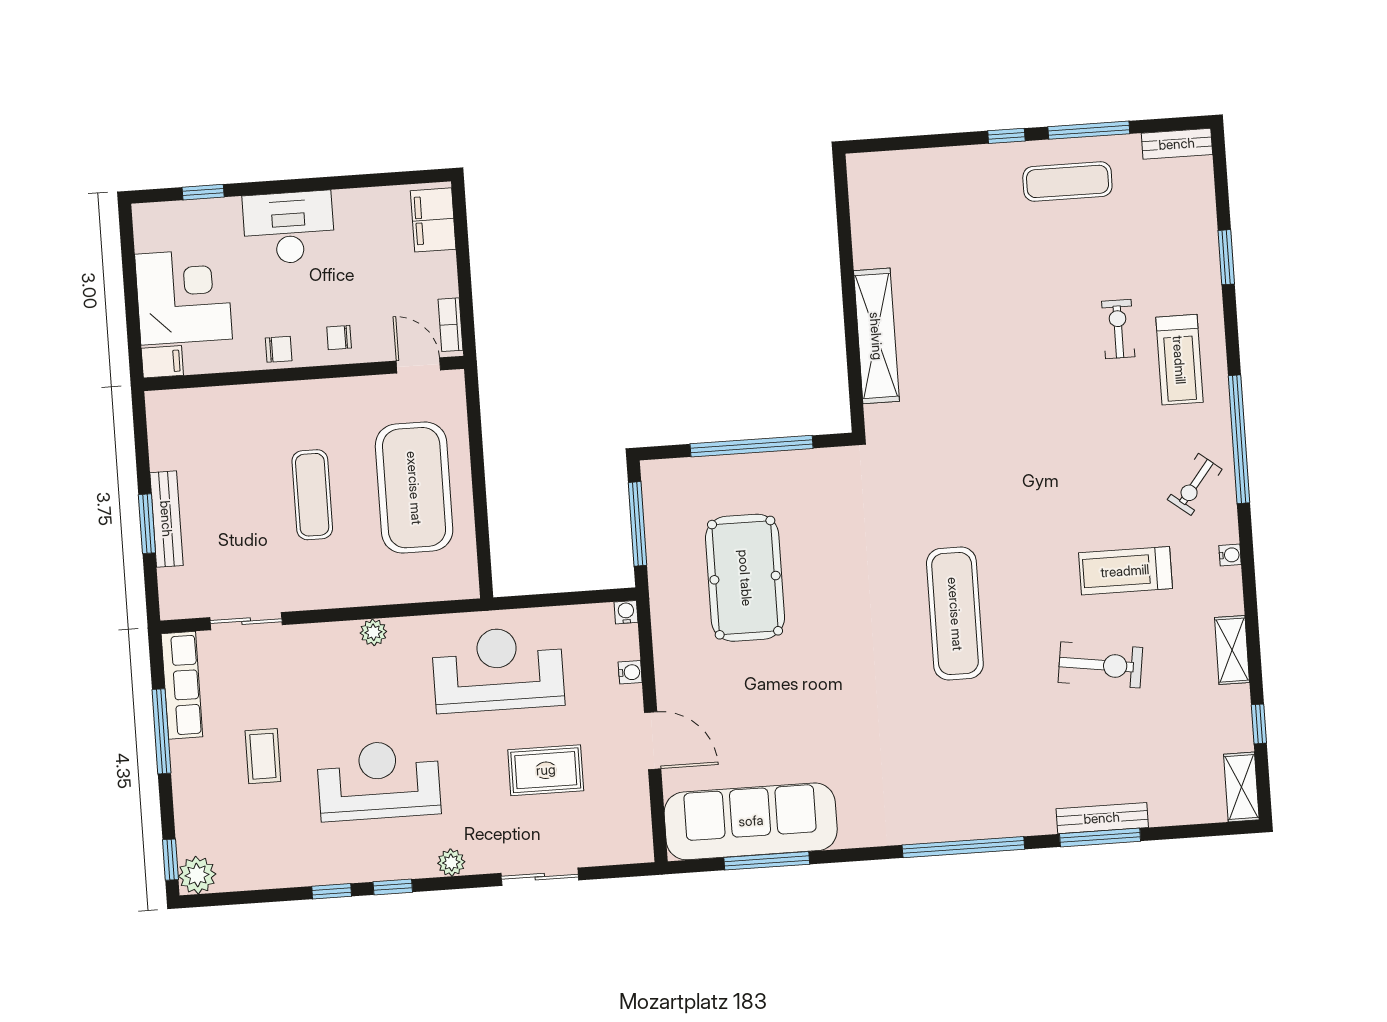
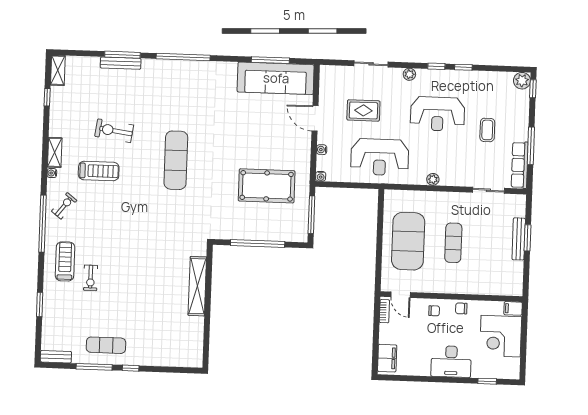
pool table: (745, 578) -> (267, 186), turned 90
shelving: (1232, 650) -> (55, 152), moved

